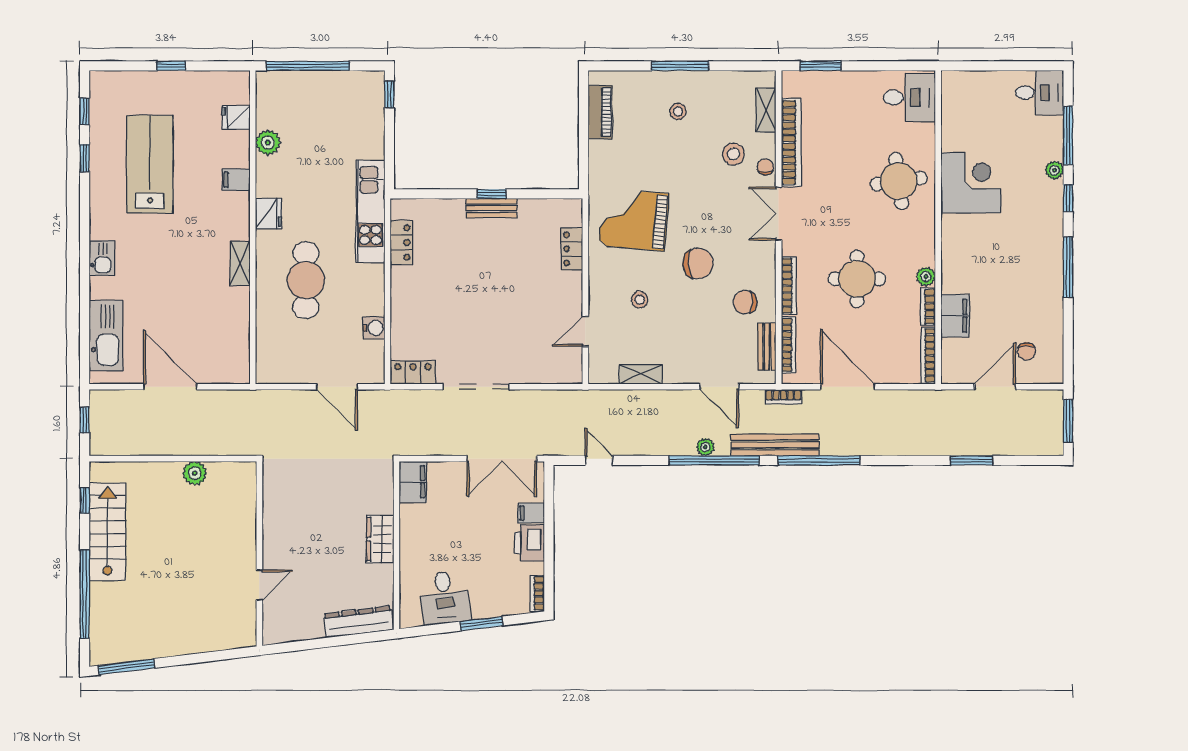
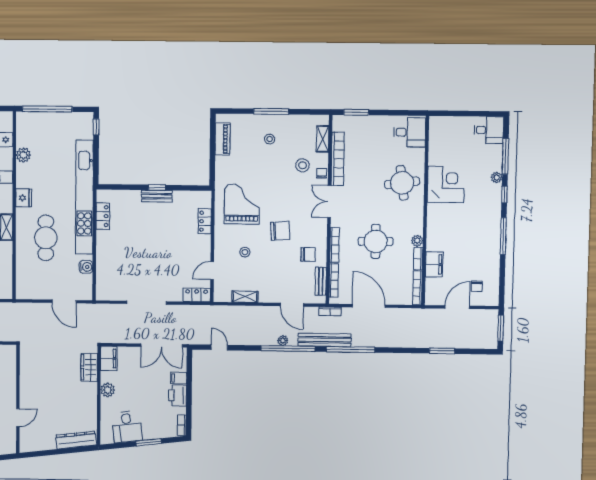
kitchen unit: (370, 211) -> (84, 197), width x1.86
grand piano: (633, 220) -> (242, 204), turned 85
chair: (745, 302) -> (308, 254), turned 180
locker: (413, 373) -> (197, 295), moved
plant: (411, 535) -> (108, 390), added
wardrobe: (380, 539) -> (89, 367), moved

